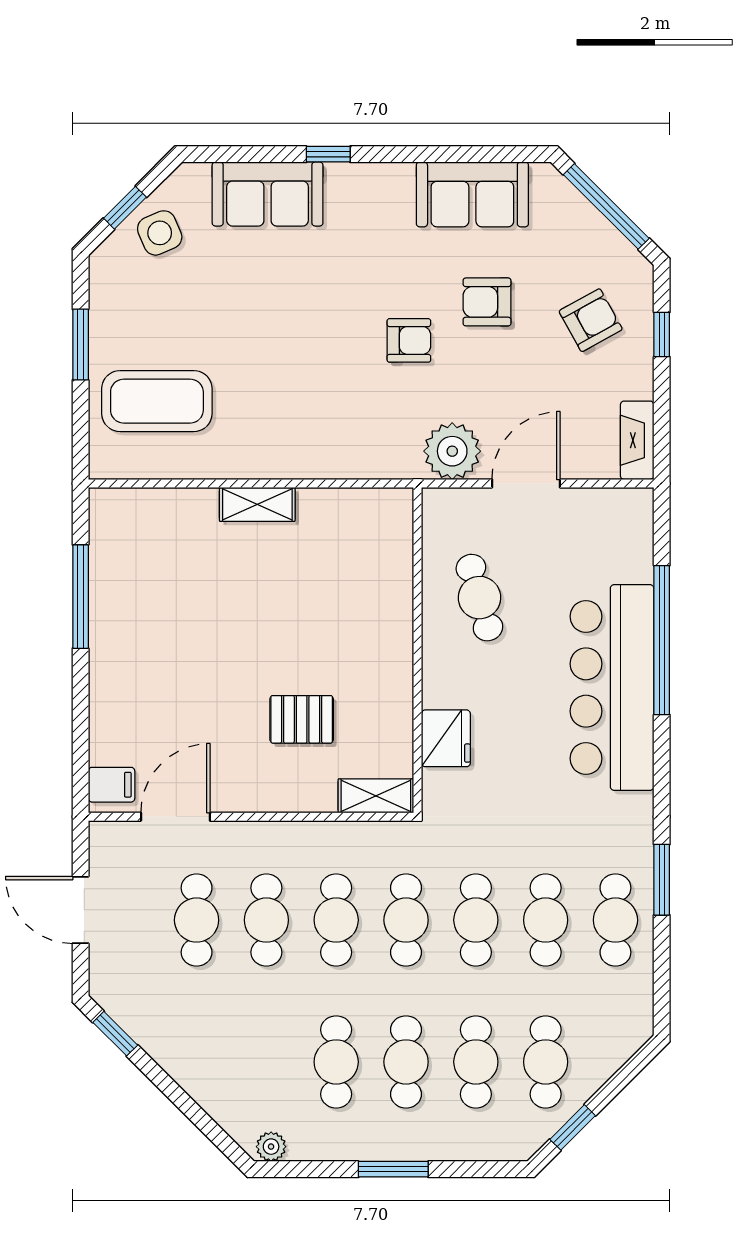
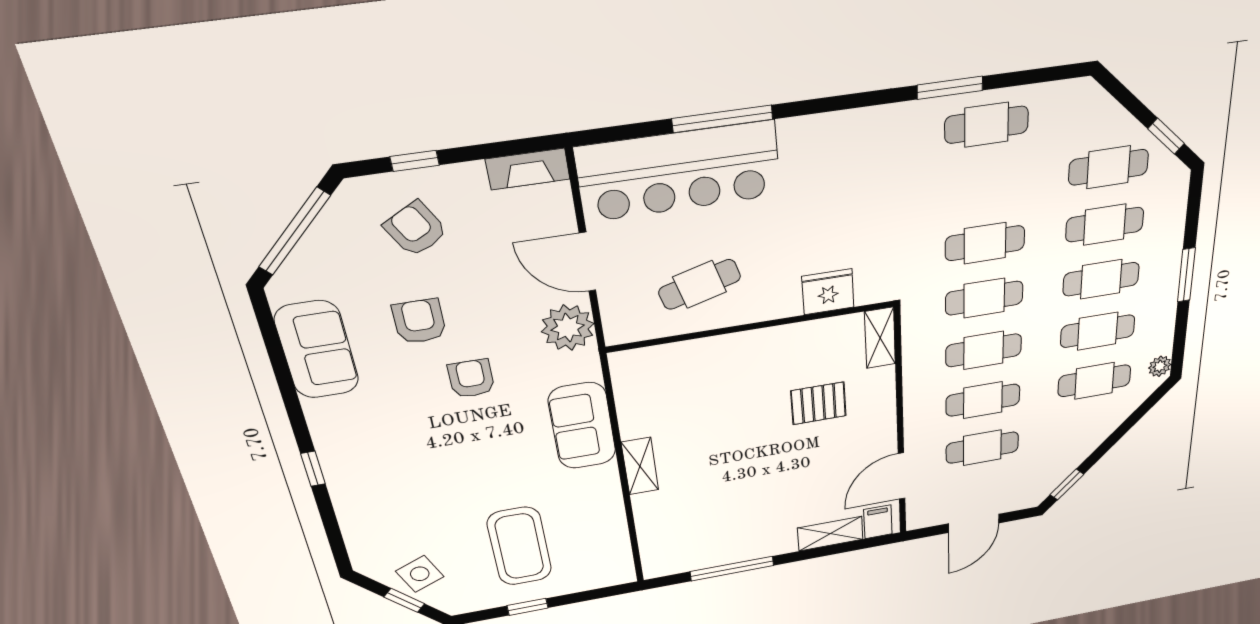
sofa: (268, 194) -> (582, 426), moved, turned 180
armchair: (487, 302) -> (419, 321), turned 180
window: (81, 345) -> (528, 607), width x0.67
coffee table: (157, 401) -> (519, 546), moved
window: (662, 640) -> (722, 119), width x0.68
bar counter: (612, 687) -> (679, 171), moved
pallet: (302, 719) -> (818, 403), turned 90
shelving: (107, 723) -> (830, 534), added
door: (175, 817) -> (901, 476), hinge flipped
cafe table: (546, 920) -> (1094, 381), moved

